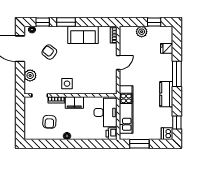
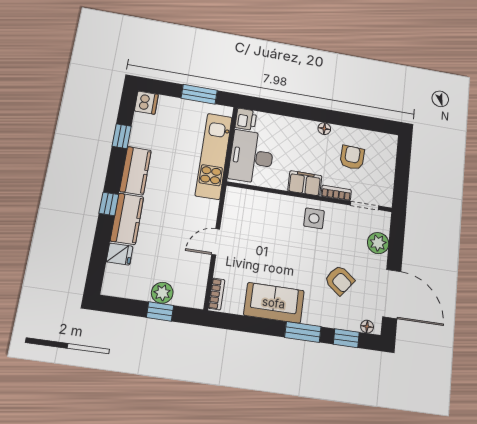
window: (154, 22) -> (160, 311), moved
kitchen counter: (166, 67) -> (127, 219), added
window: (177, 74) -> (109, 204), width x0.46
window: (177, 123) -> (122, 136), moved

